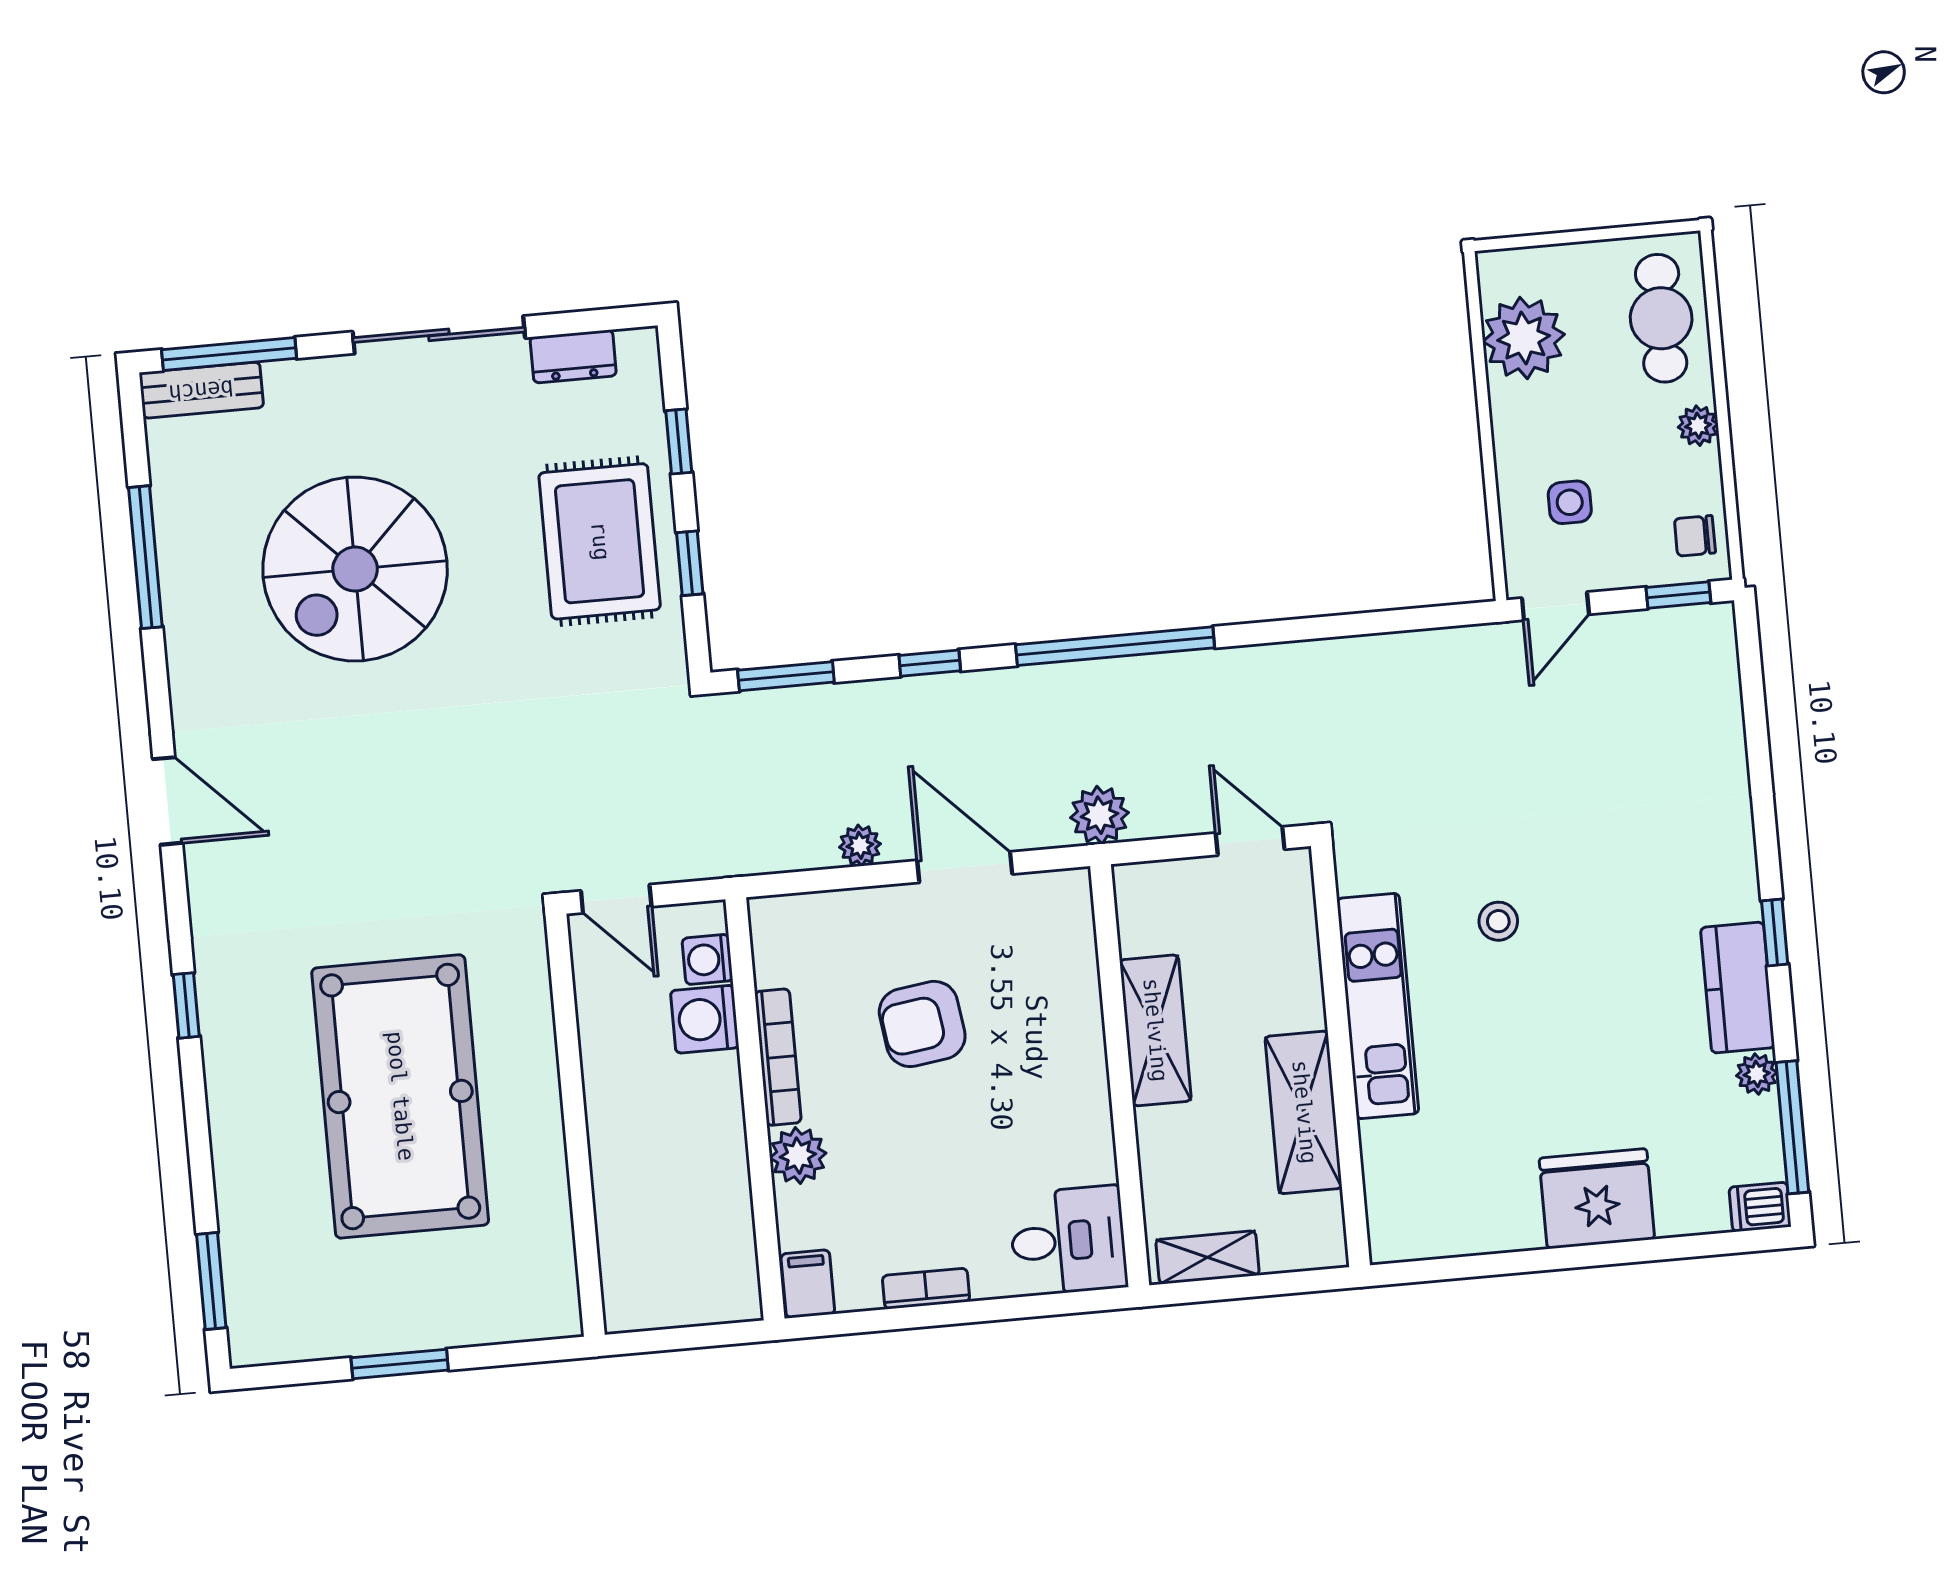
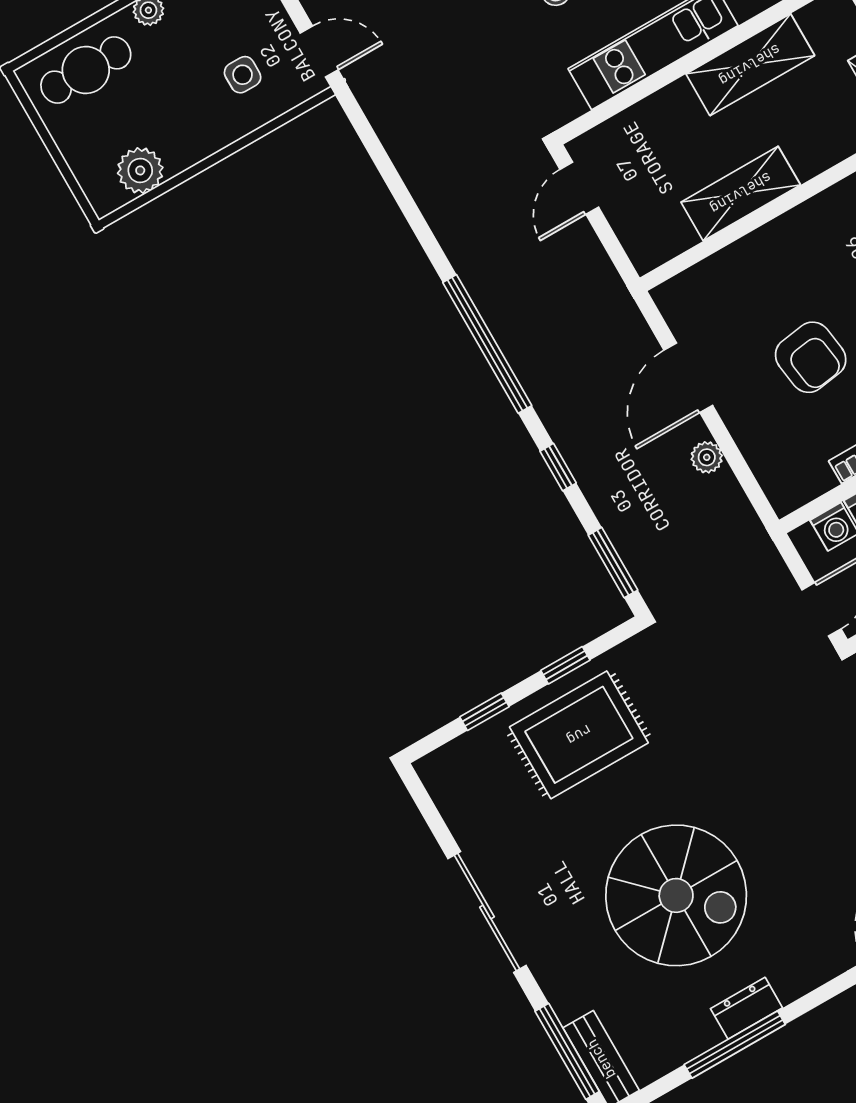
plant: (1524, 338) -> (140, 170), width x0.73, depth x0.73
dresser: (573, 356) -> (747, 1008), moved, turned -90
plant: (1099, 815) -> (609, 301), removed

